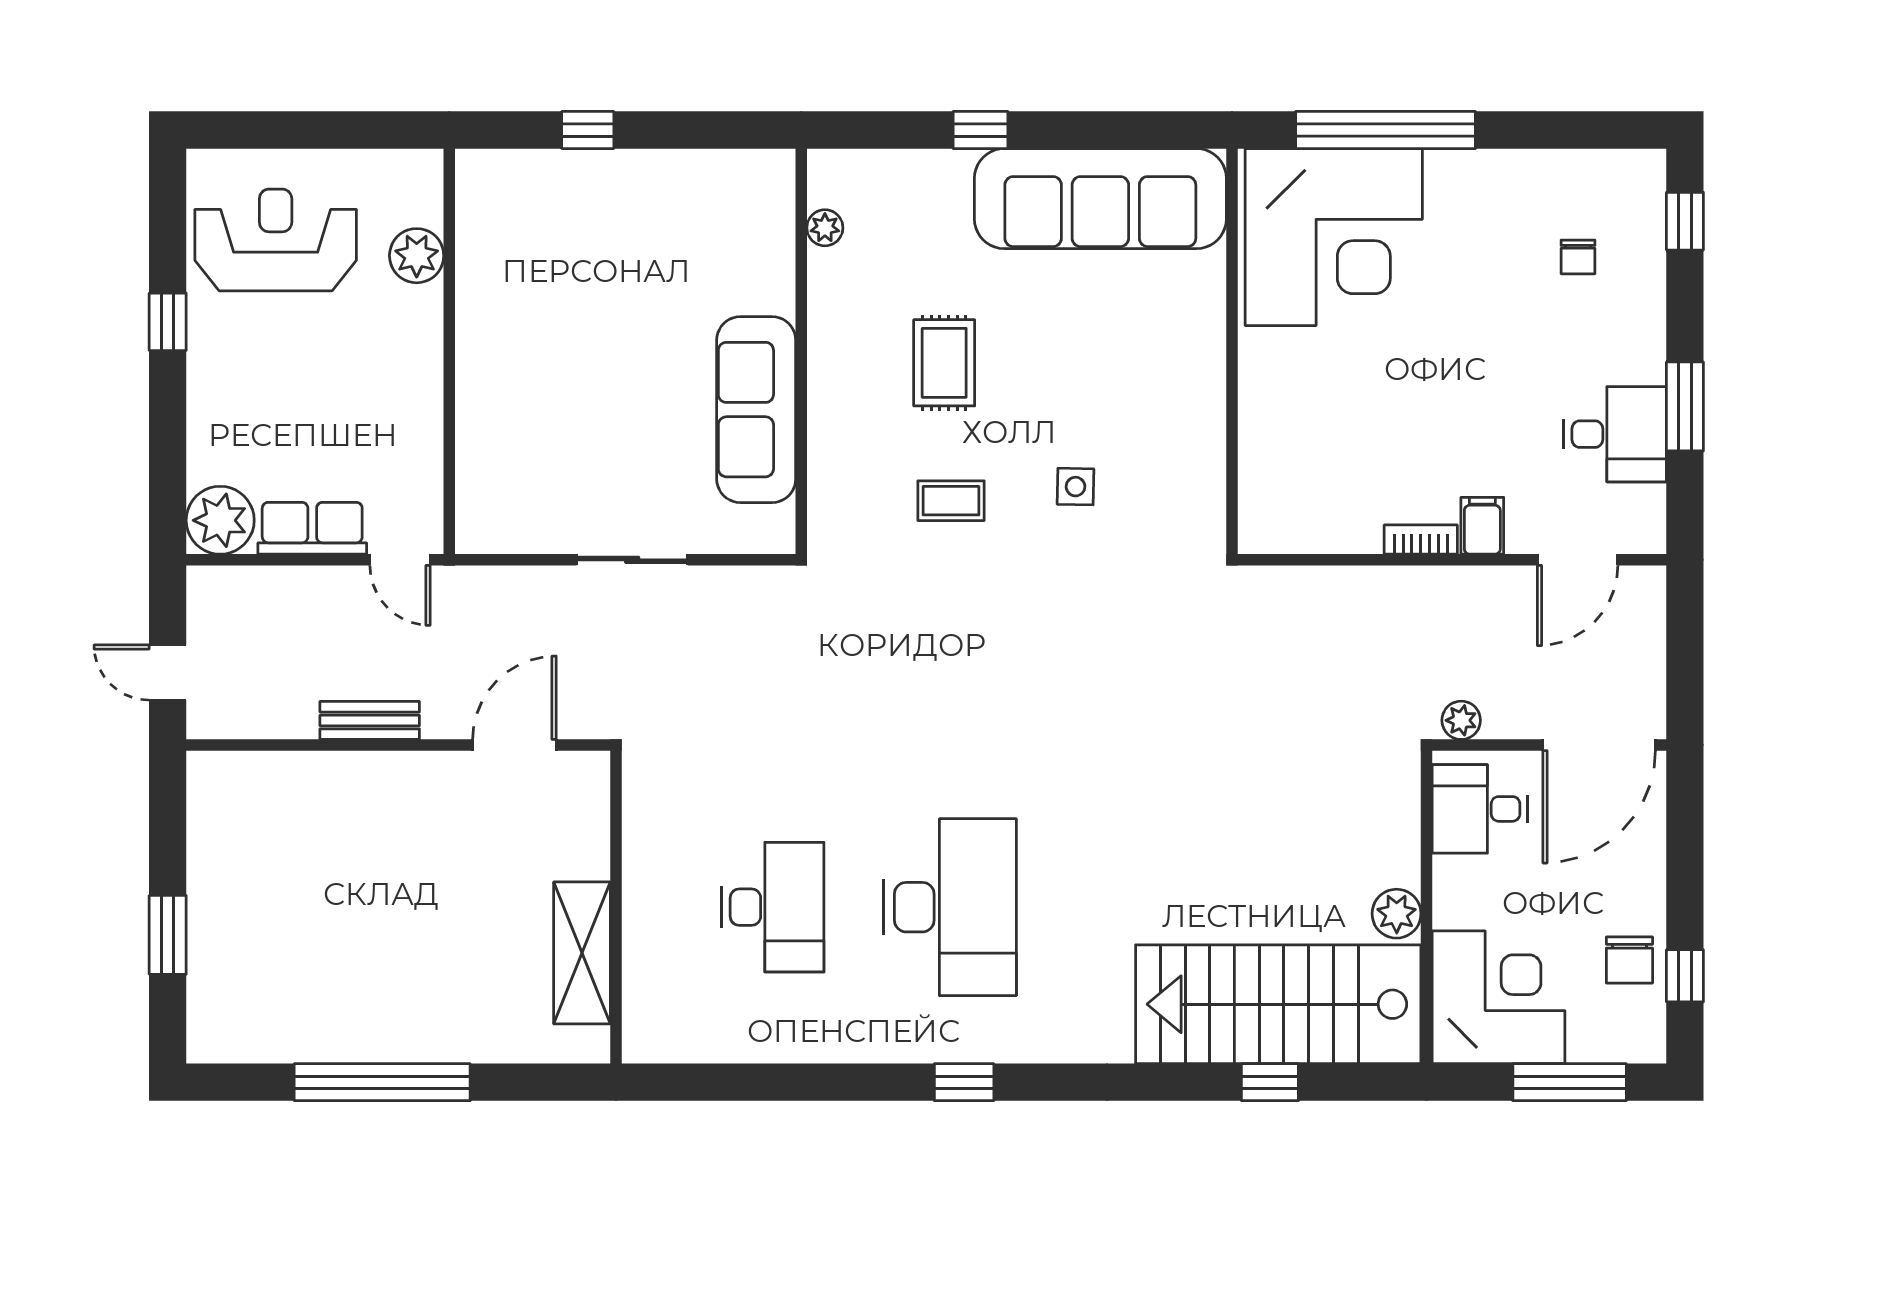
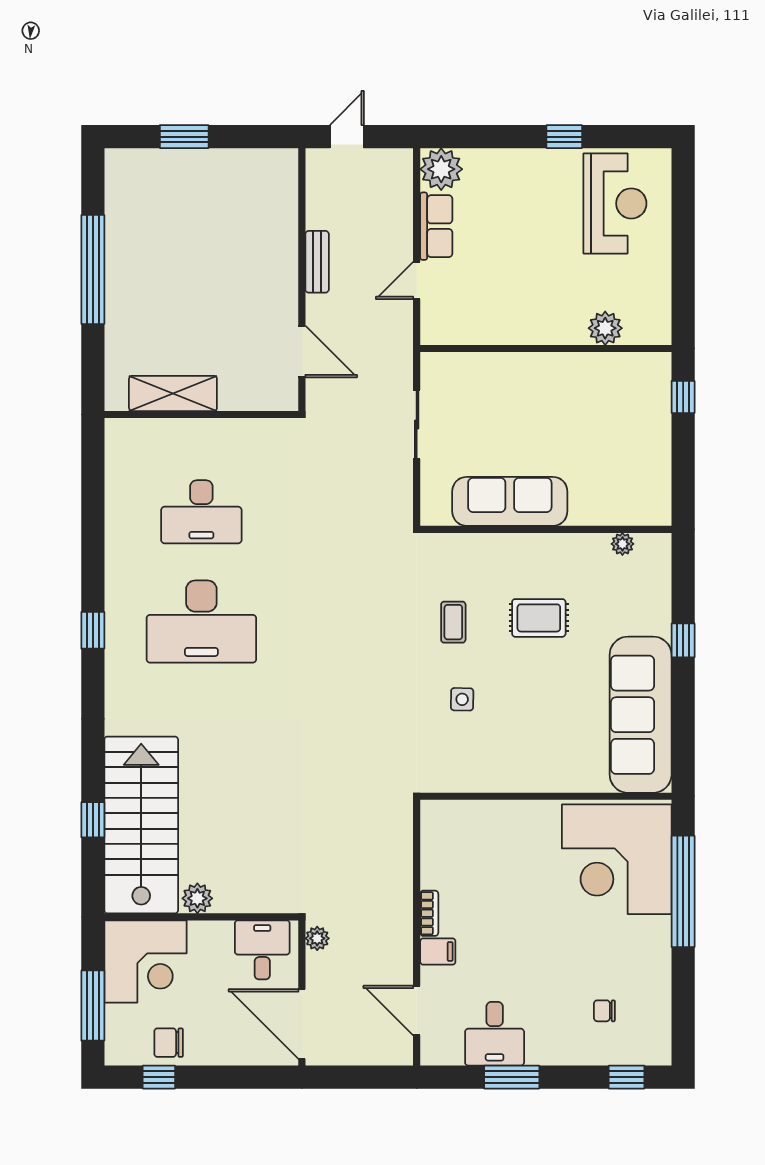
plant: (417, 256) -> (605, 328), moved
wall: (449, 351) -> (546, 348), moved

